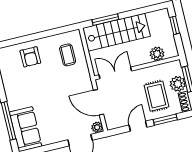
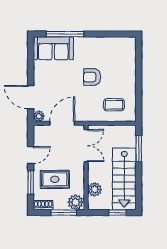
stairs: (116, 32) -> (124, 179), moved
armchair: (30, 57) -> (92, 77), moved
plant: (178, 84) -> (76, 202), moved
door: (138, 126) -> (31, 155), hinge flipped

